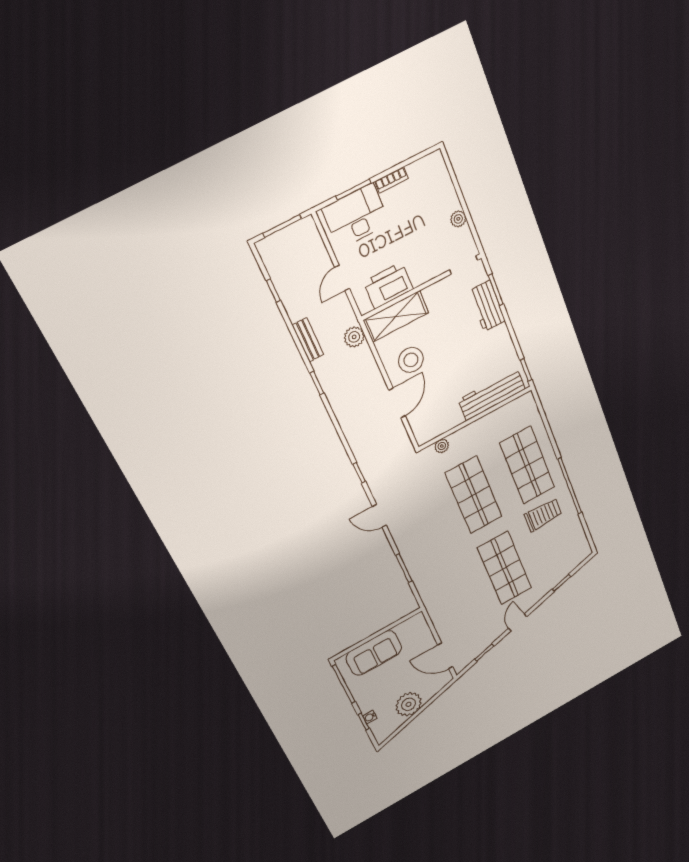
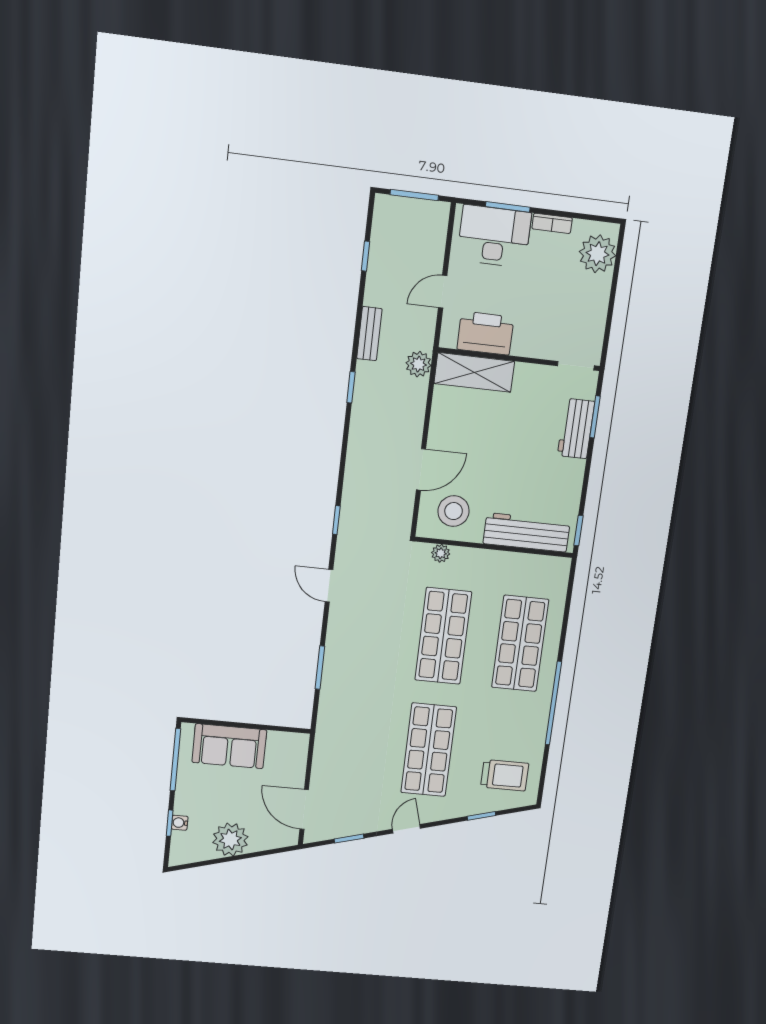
plant: (458, 219) -> (598, 254), moved, width x1.88, depth x1.88
stool: (411, 360) -> (454, 511), moved
trolley: (543, 515) -> (505, 775), moved

